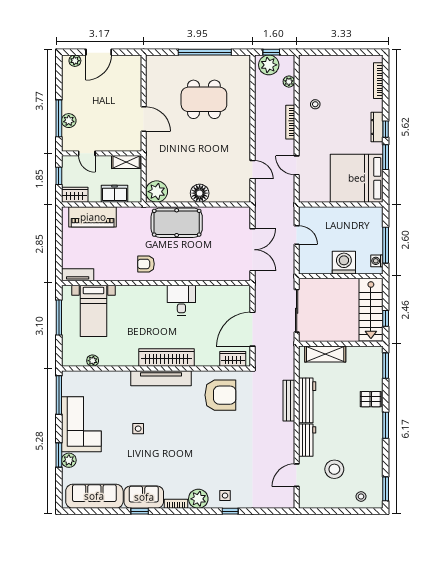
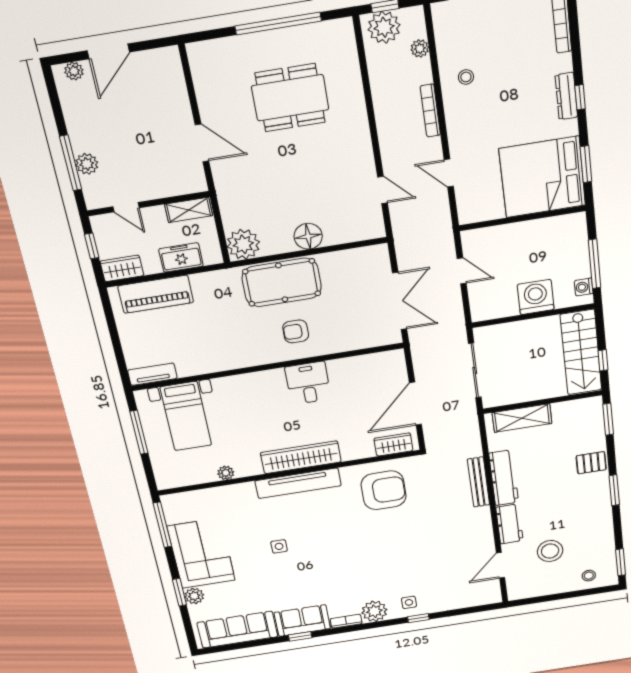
window: (386, 157) -> (586, 164), moved
armchair: (146, 264) -> (296, 331), moved
plant: (93, 361) -> (226, 473), moved

